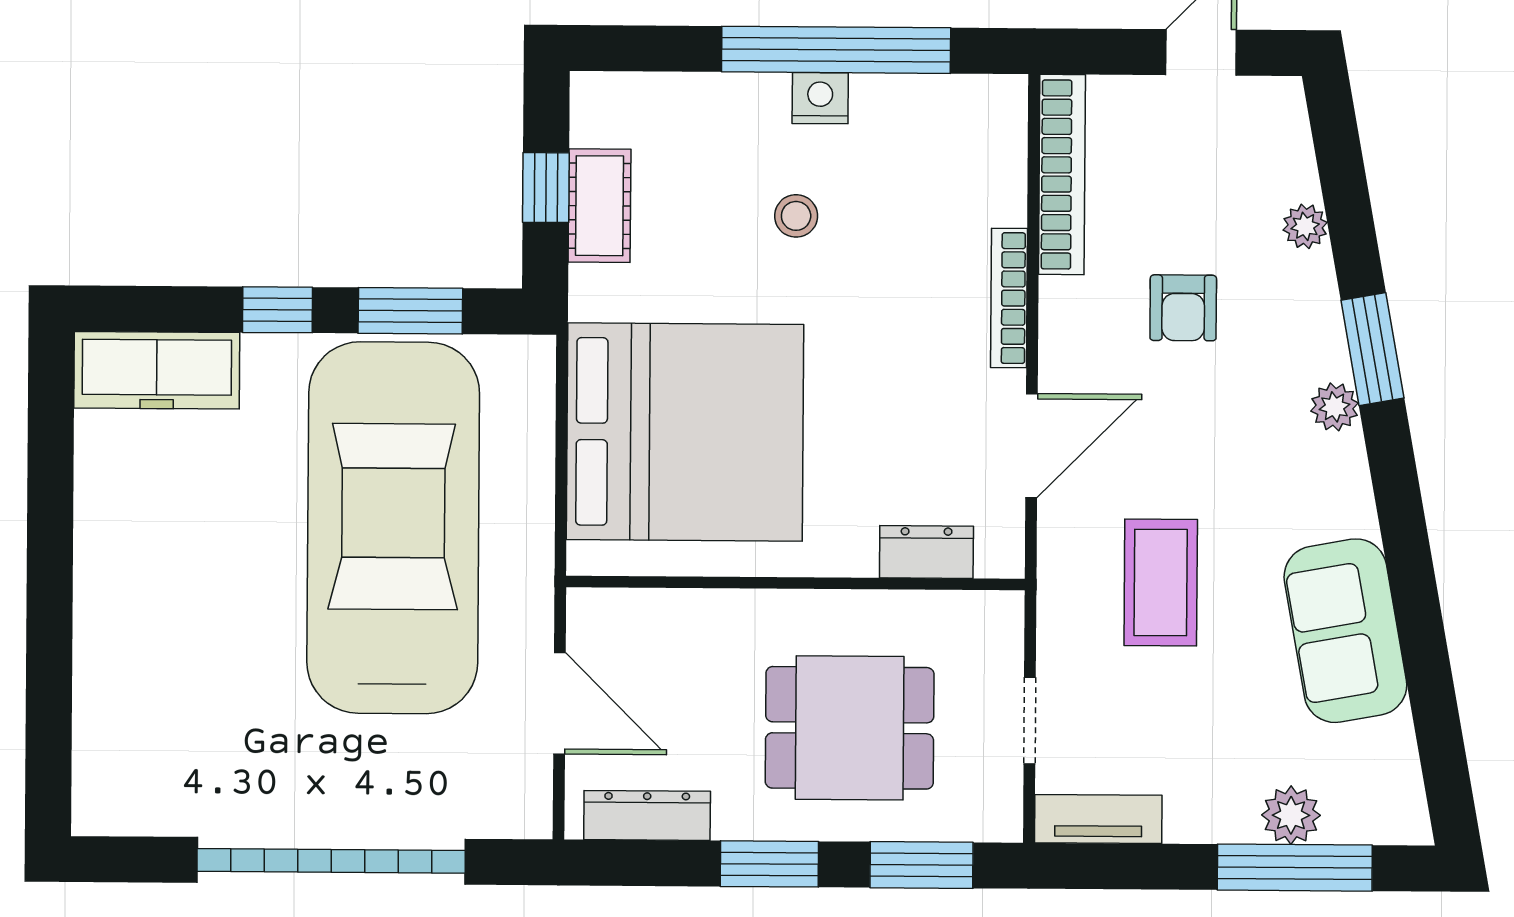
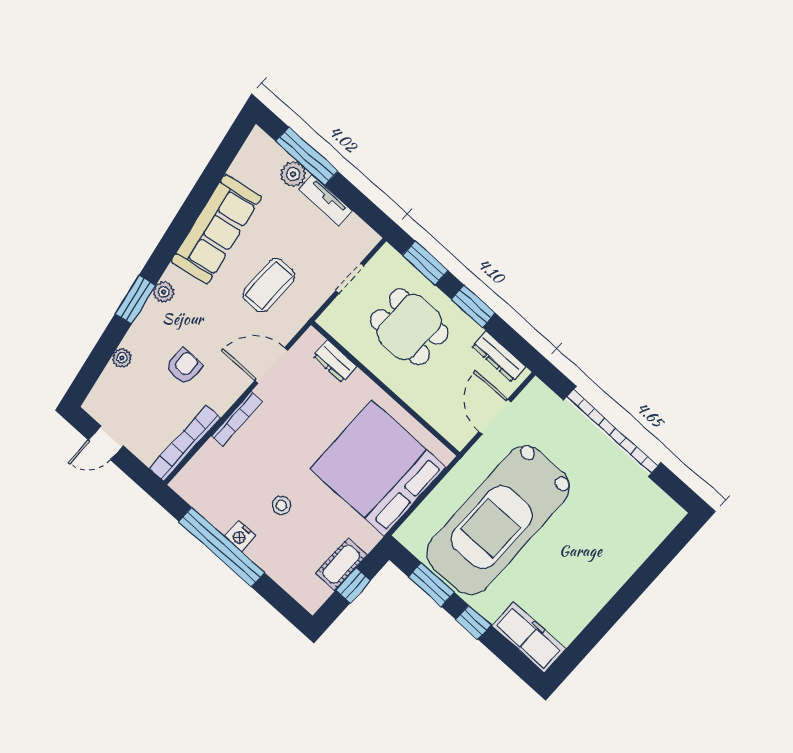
sofa: (1345, 631) -> (216, 229), width x1.36
tv unit: (1098, 819) -> (326, 200), moved

